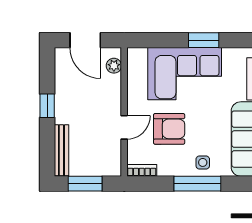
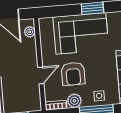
armchair: (169, 129) -> (73, 74), turned 90
plant: (168, 166) -> (74, 101), added

